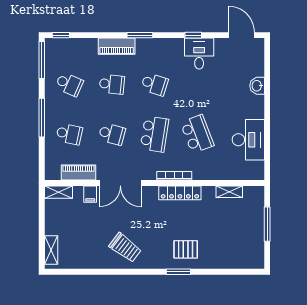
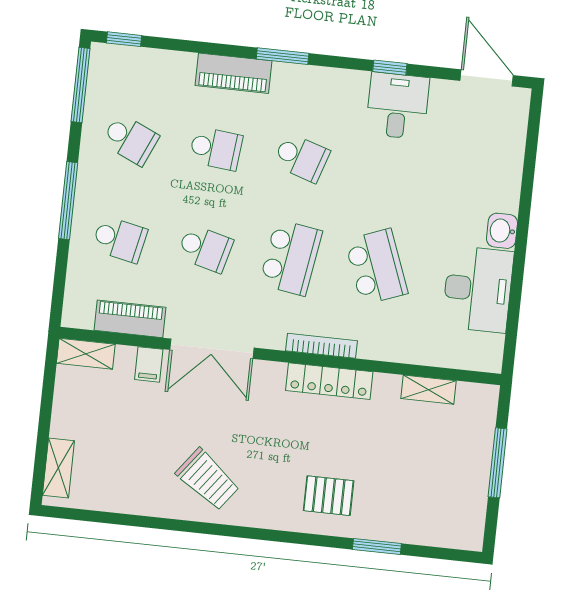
washbasin: (257, 86) -> (502, 231), moved
window: (178, 272) -> (377, 546), moved

